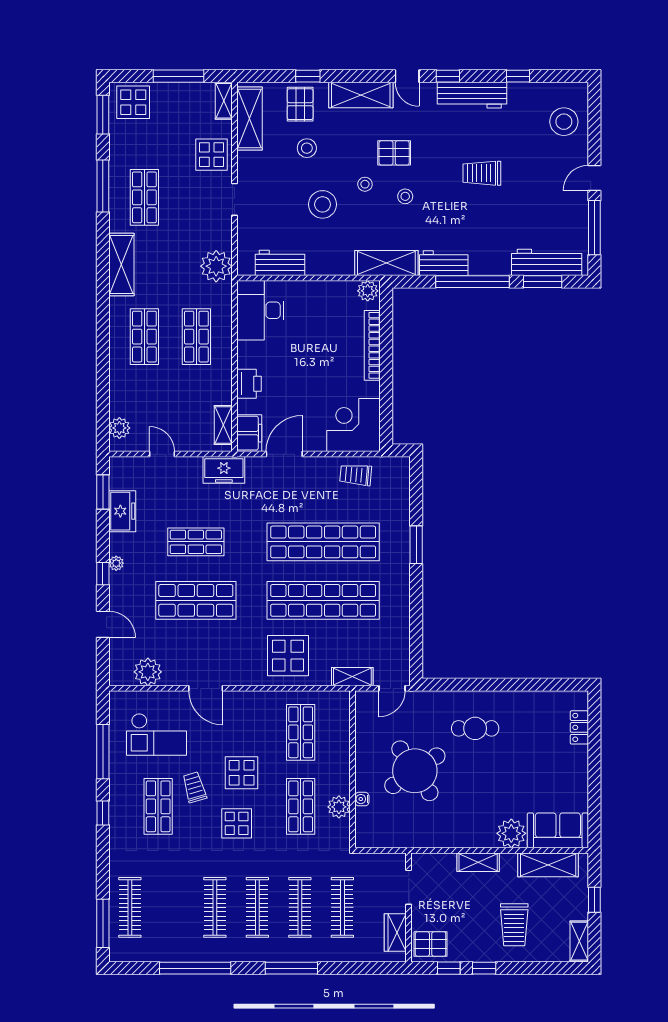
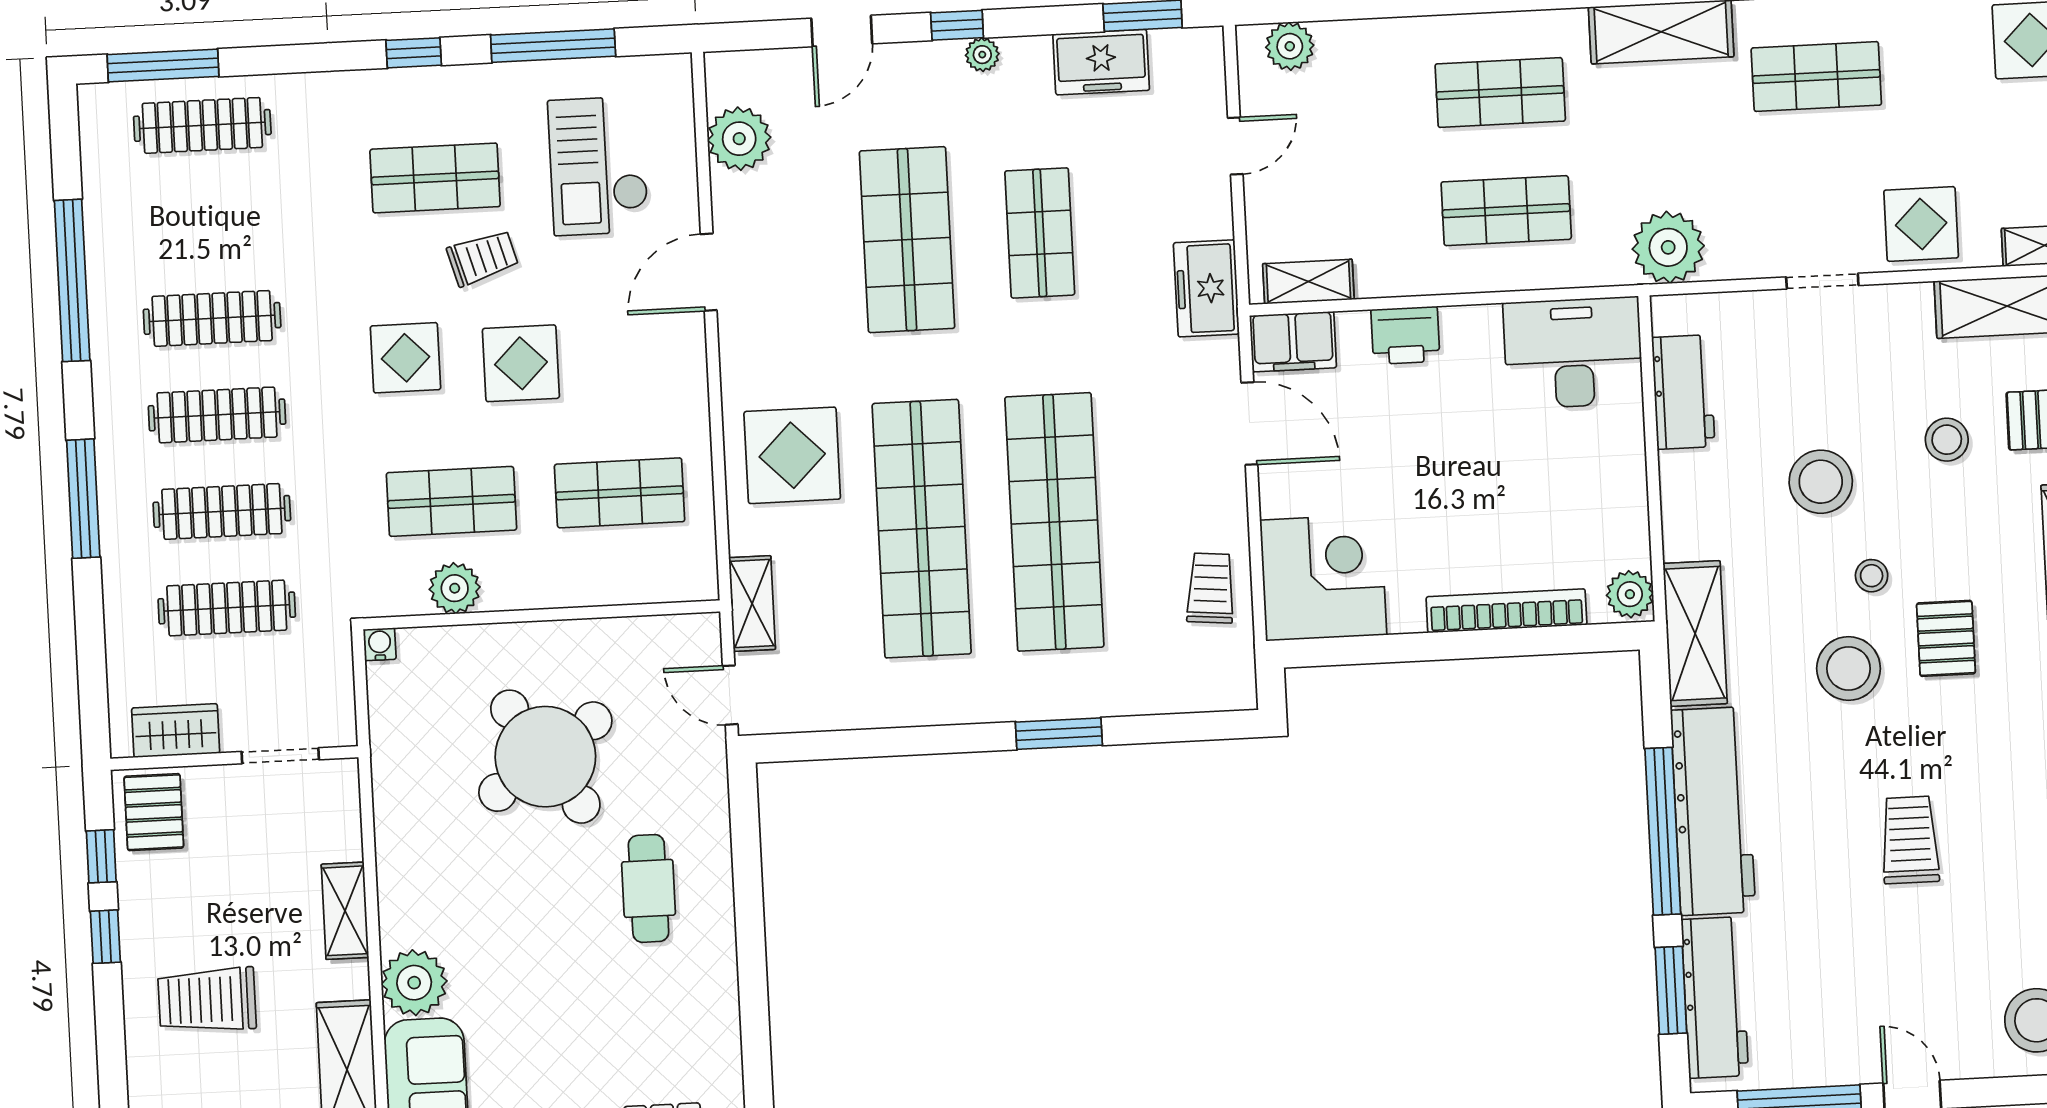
stool: (405, 196) -> (1849, 669), width x1.89, depth x1.89
workbench: (444, 263) -> (1713, 811), width x1.88, depth x1.32
water cooler: (362, 799) -> (380, 644), moved

